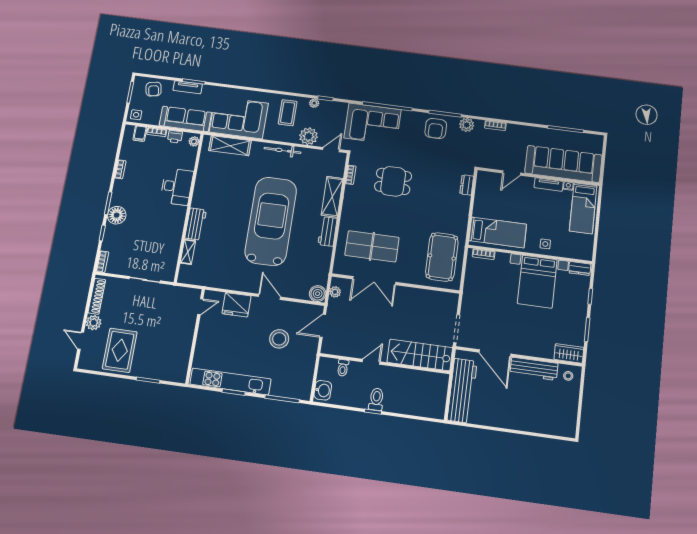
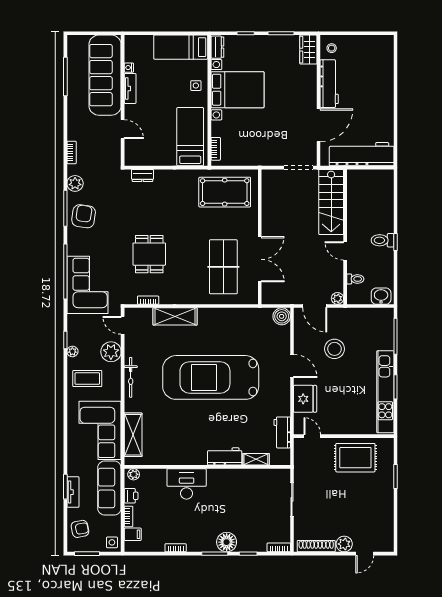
armchair: (436, 128) -> (84, 216), turned -82
bed: (583, 208) -> (181, 47), moved, turned 180
workbench: (328, 231) -> (282, 432), moved, turned 90
plant: (335, 292) -> (337, 298), moved
door: (269, 297) -> (292, 366), swing flipped
rug: (120, 350) -> (355, 458), moved

